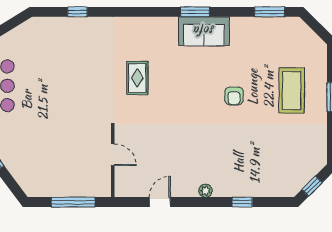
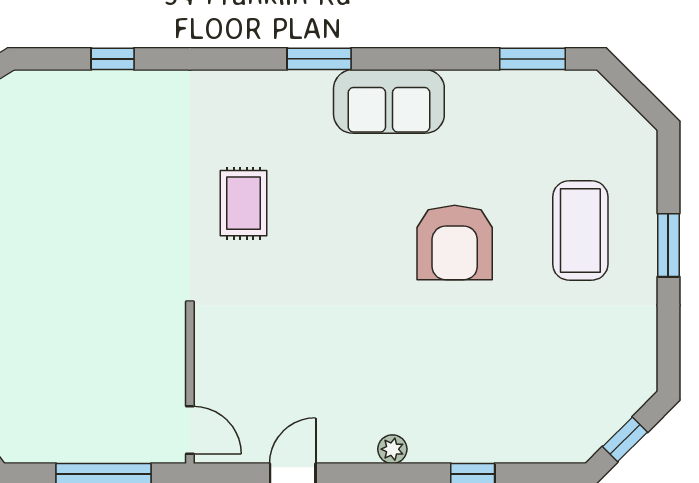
window: (195, 12) -> (319, 59), moved
armchair: (234, 96) -> (455, 242), width x1.88, depth x1.88
door: (113, 155) -> (190, 430), moved

